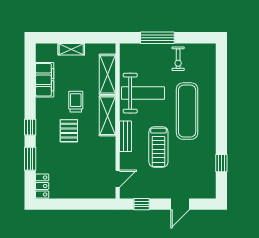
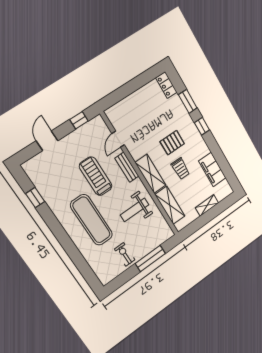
weight bench: (143, 93) -> (135, 210), width x0.73, depth x0.75
pallet: (69, 131) -> (172, 143), turned 90
door: (118, 179) -> (118, 139), moved

